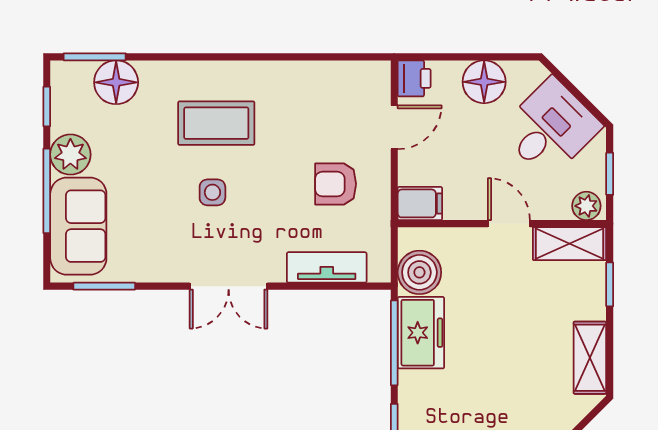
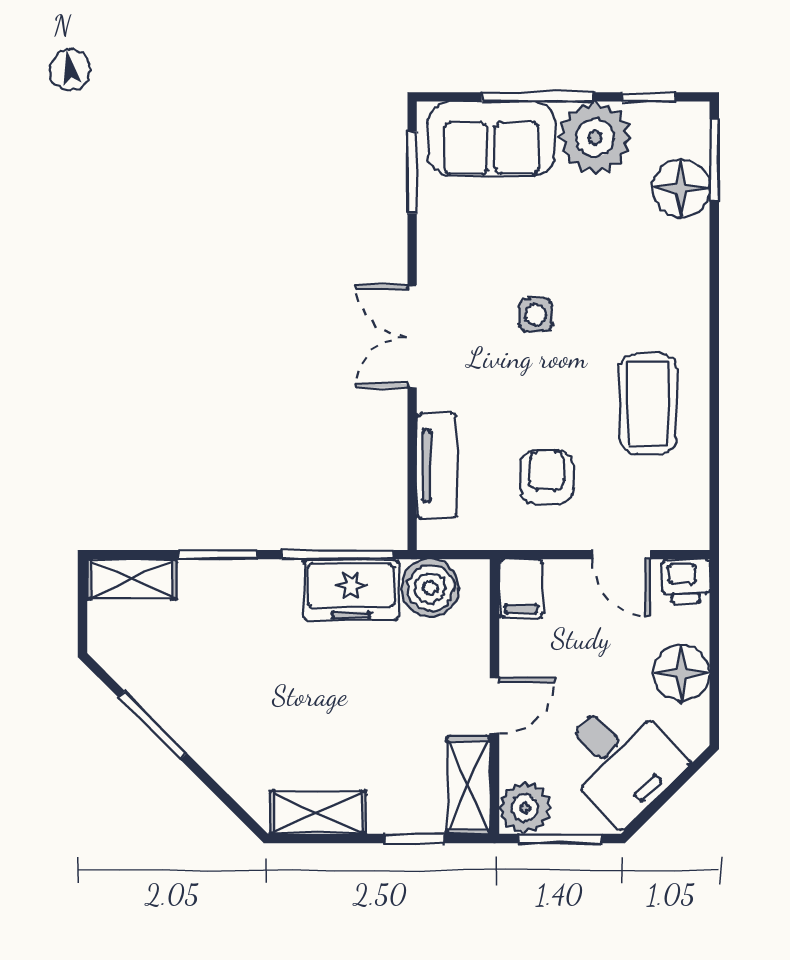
coffee table: (216, 123) -> (648, 404), moved
plant: (70, 155) -> (595, 138), width x1.36, depth x1.36
window: (610, 174) -> (560, 838), width x1.50
plant: (586, 206) -> (525, 808), width x1.38, depth x1.38

